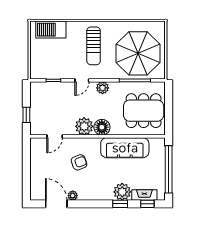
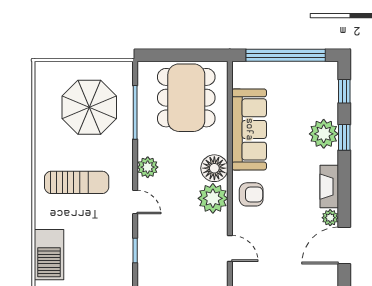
parasol: (138, 53) -> (89, 107), width x0.73, depth x0.73
armchair: (79, 162) -> (251, 194), moved, turned 110
fireplace: (144, 195) -> (329, 187), moved

